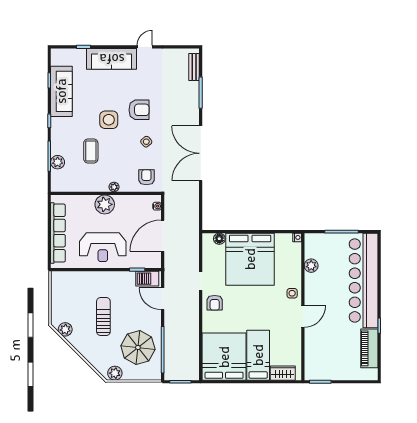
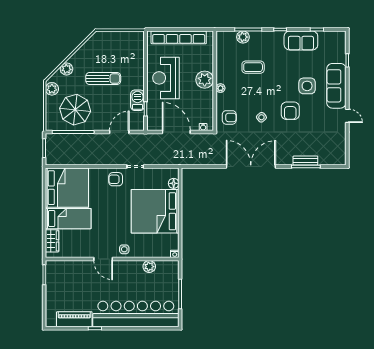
bench: (194, 67) -> (305, 161), moved
sofa: (61, 91) -> (301, 41), width x0.73
side table: (109, 120) -> (307, 86), moved
barbecue: (147, 279) -> (137, 100), moved
plant: (65, 329) -> (66, 69), moved

